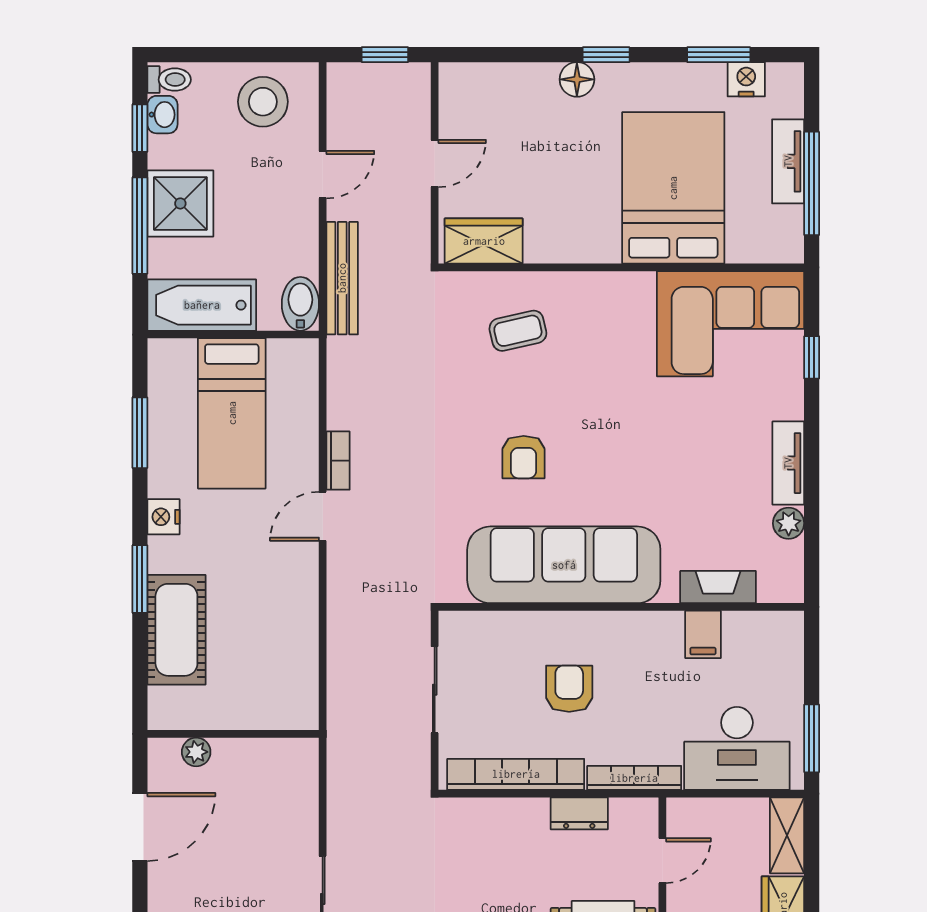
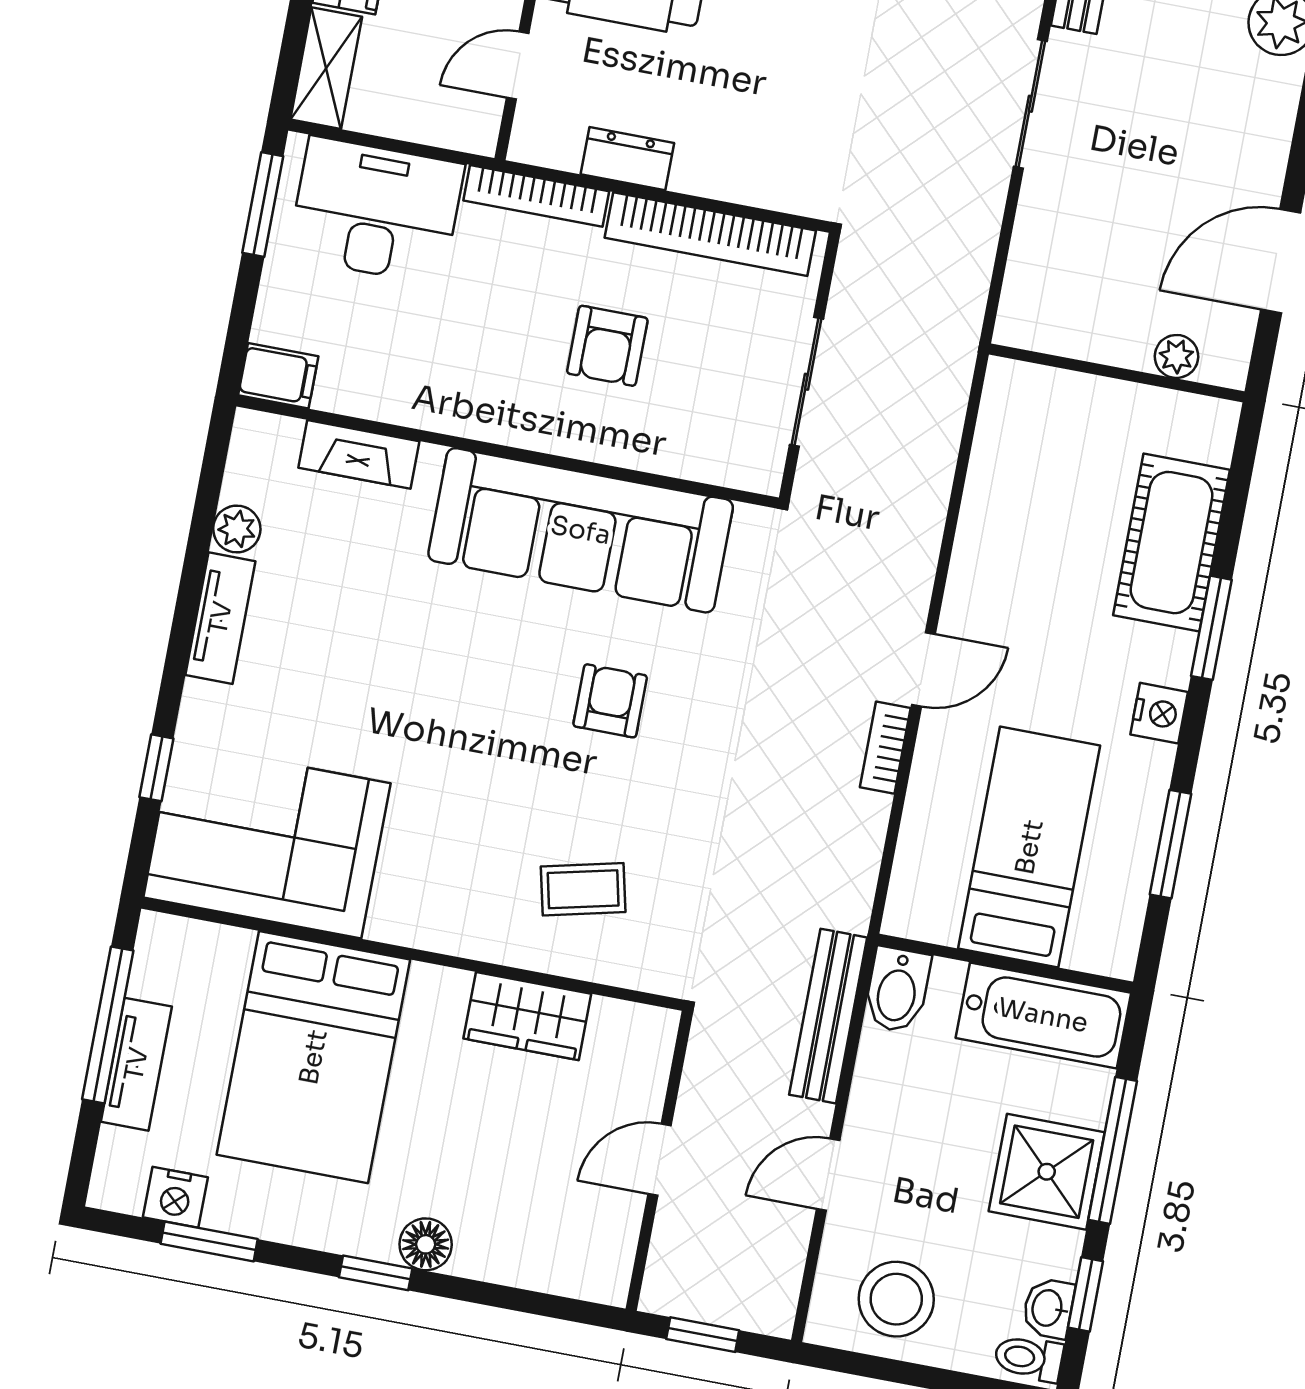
wardrobe: (484, 241) -> (527, 1016), moved
filing cabinet: (703, 634) -> (278, 376), moved, turned 90

